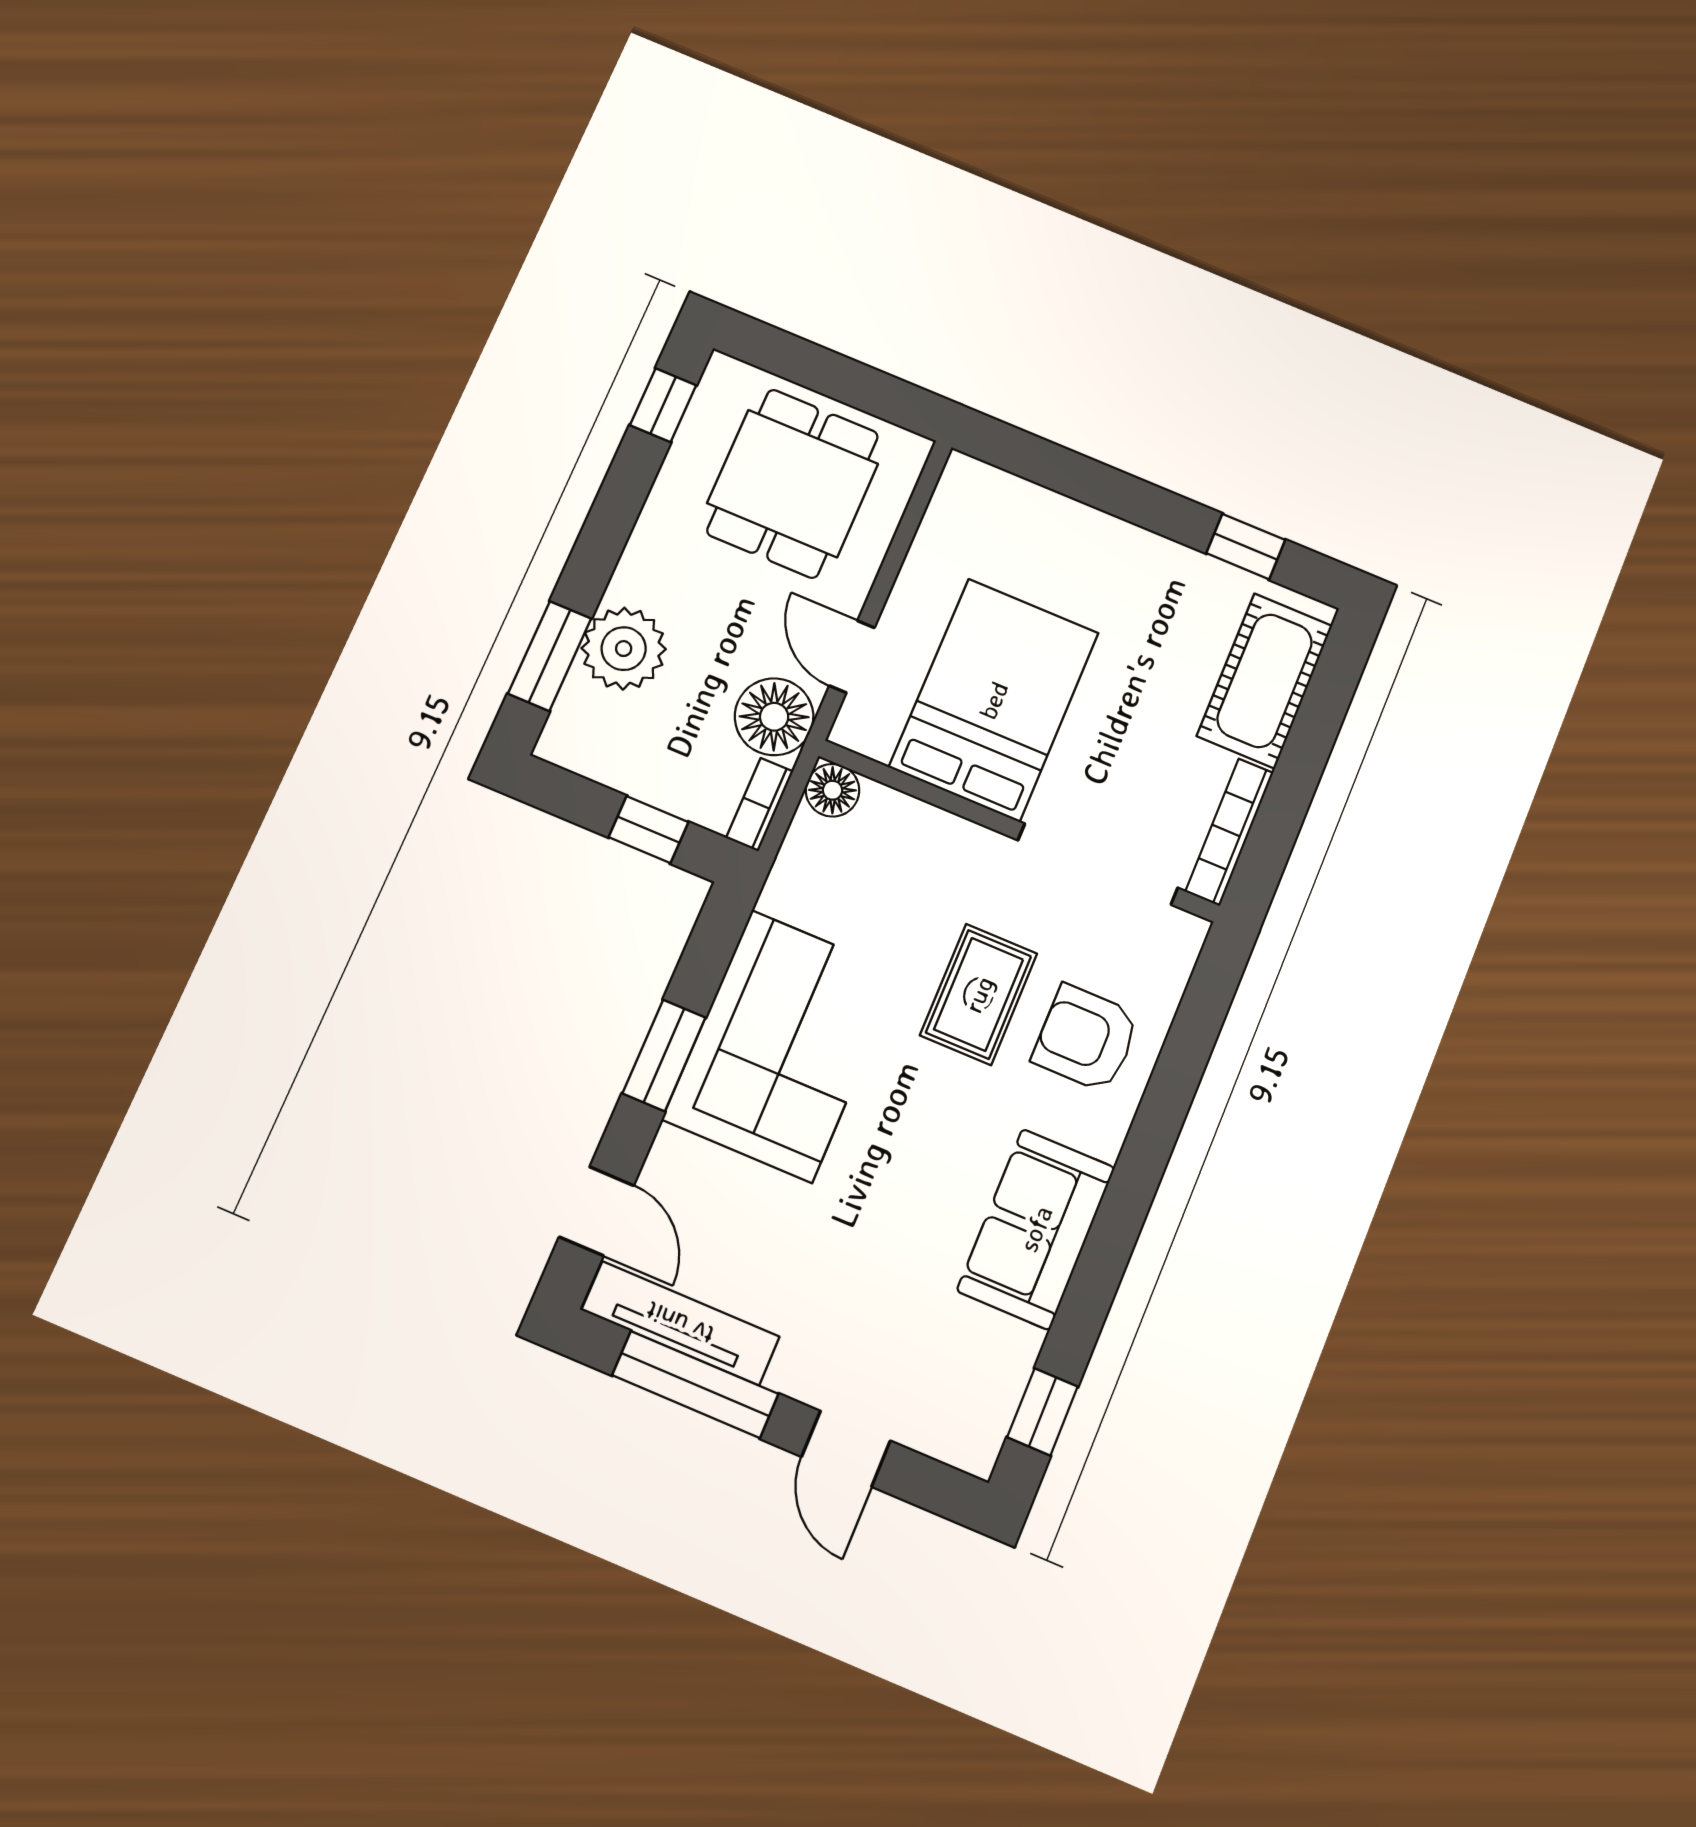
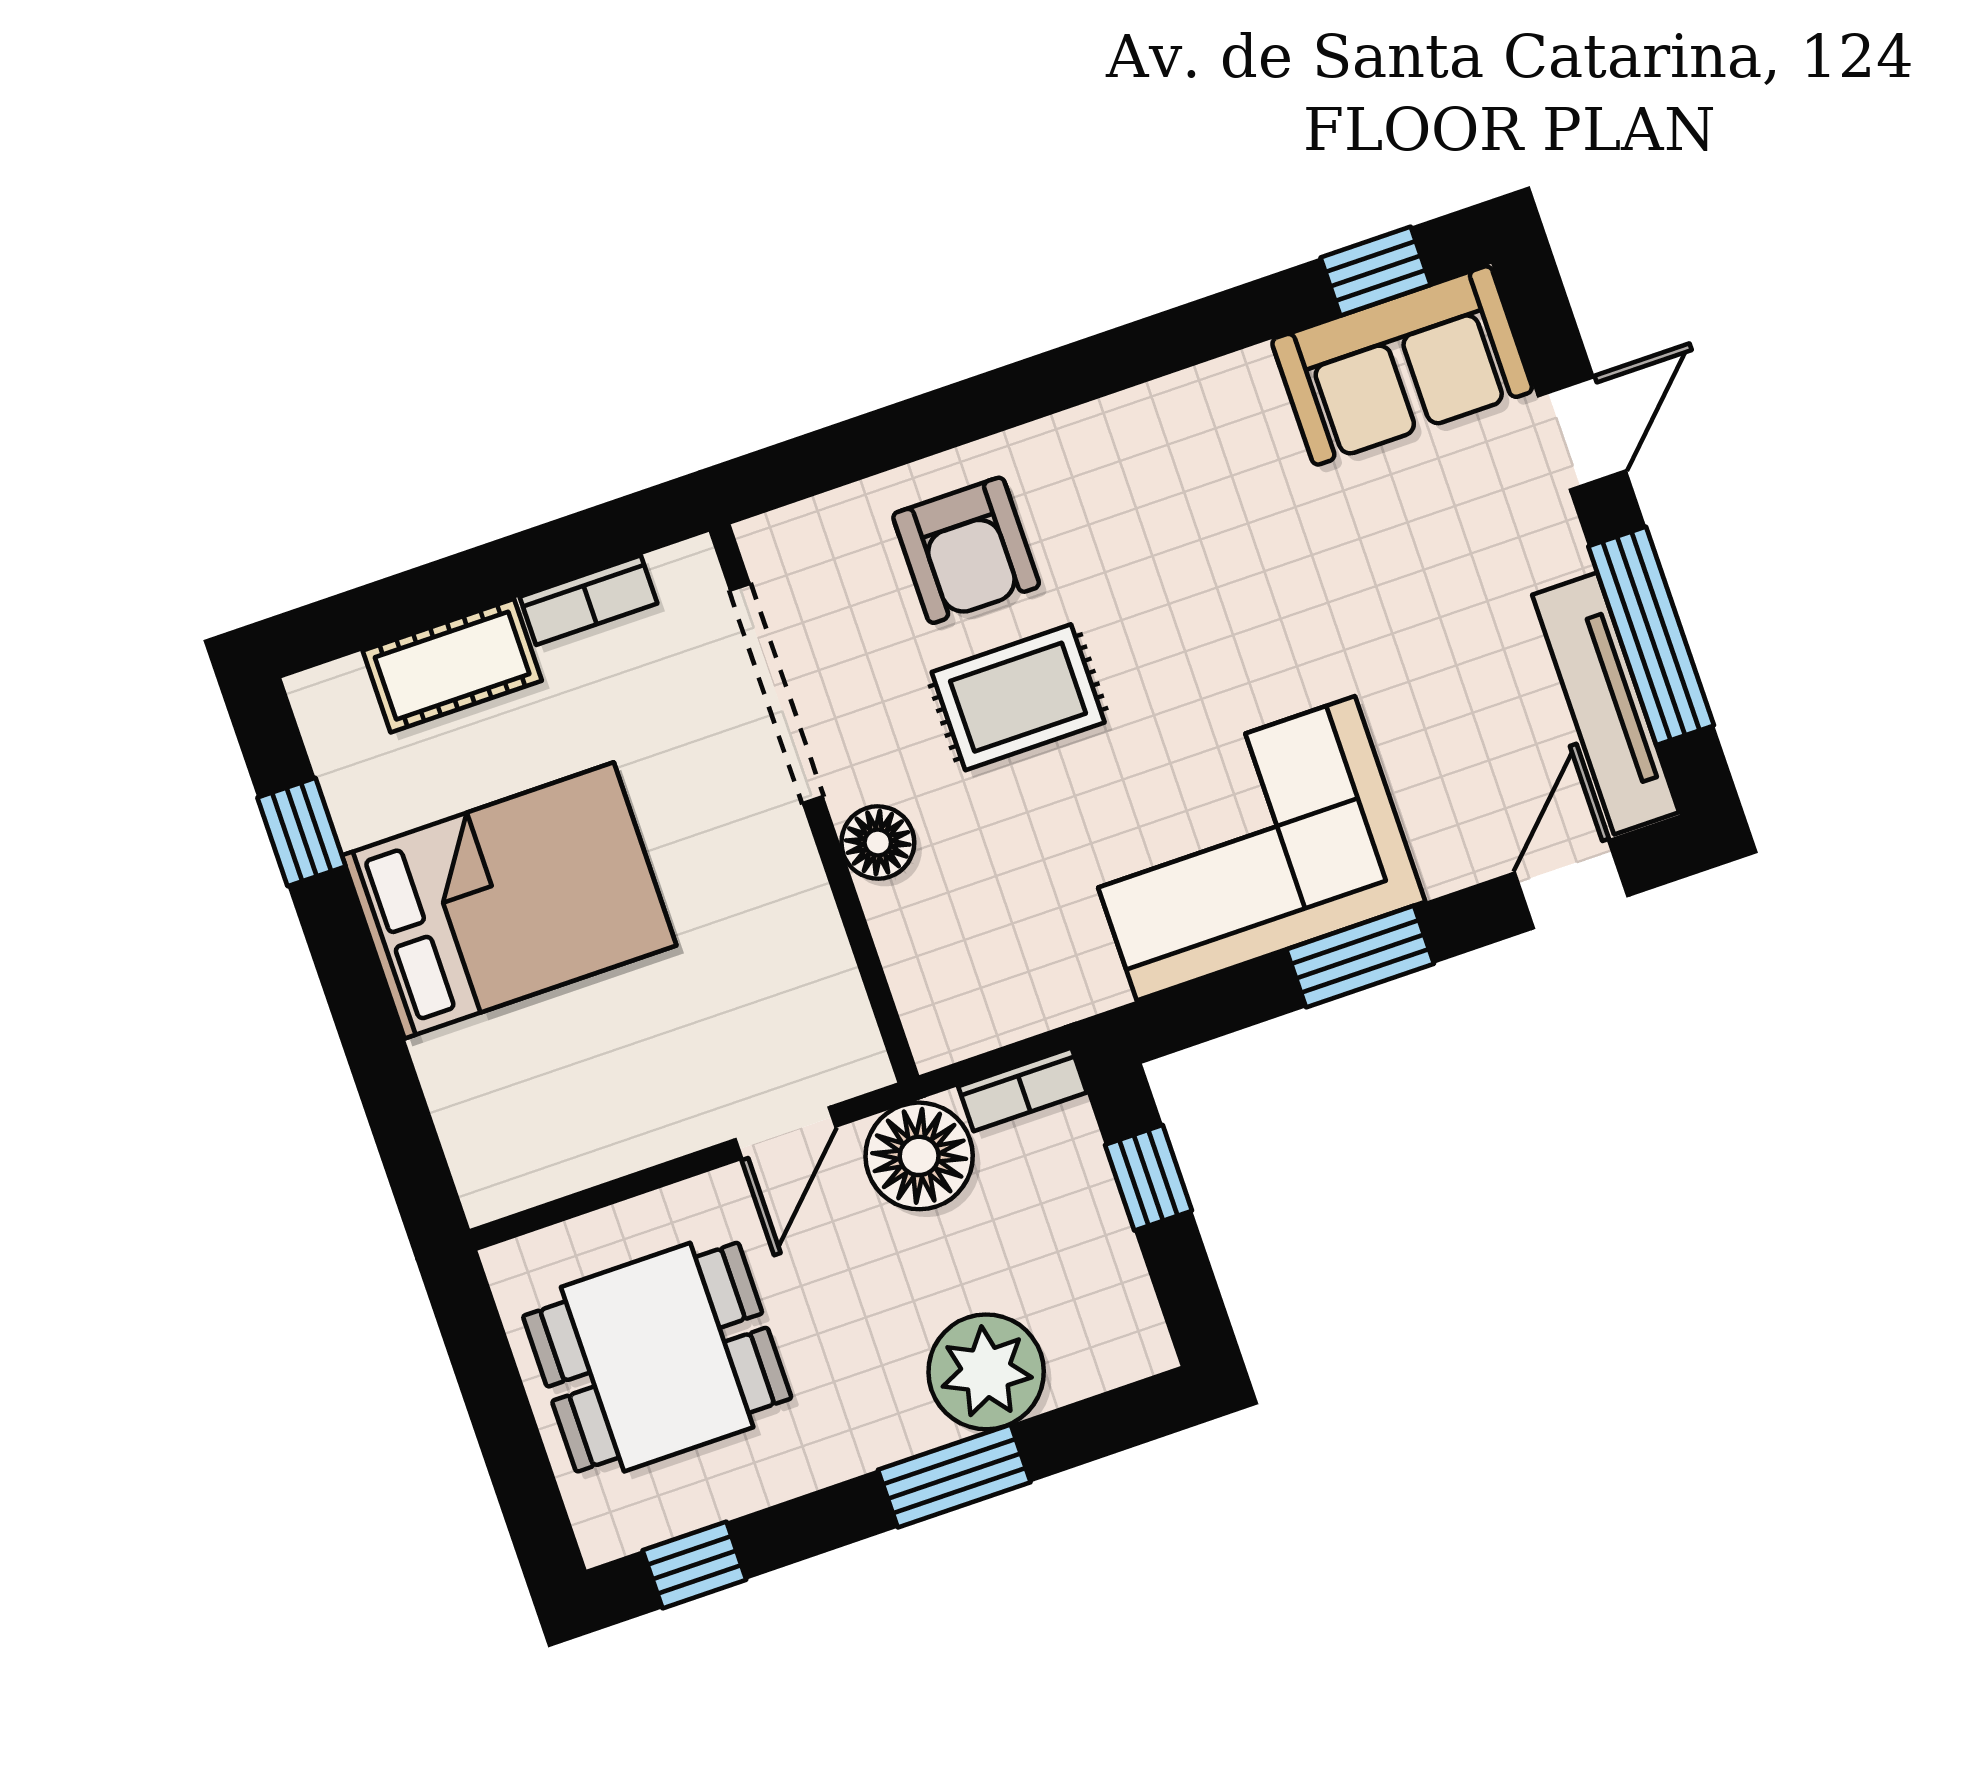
window: (550, 656) -> (954, 1476), moved
cot: (1265, 681) -> (452, 666), width x0.73, depth x0.75
bed: (994, 700) -> (509, 900), moved, turned 180
floor lamp: (833, 790) -> (878, 842), moved
bookcase: (1229, 832) -> (588, 600), width x0.64
sofa: (1036, 1229) -> (1402, 365), moved

